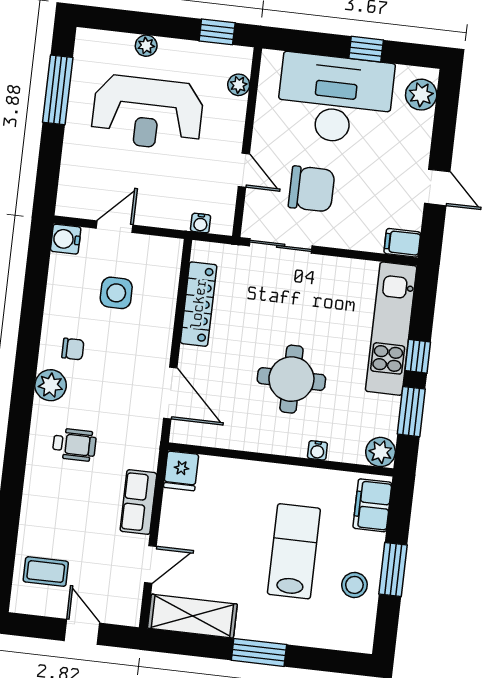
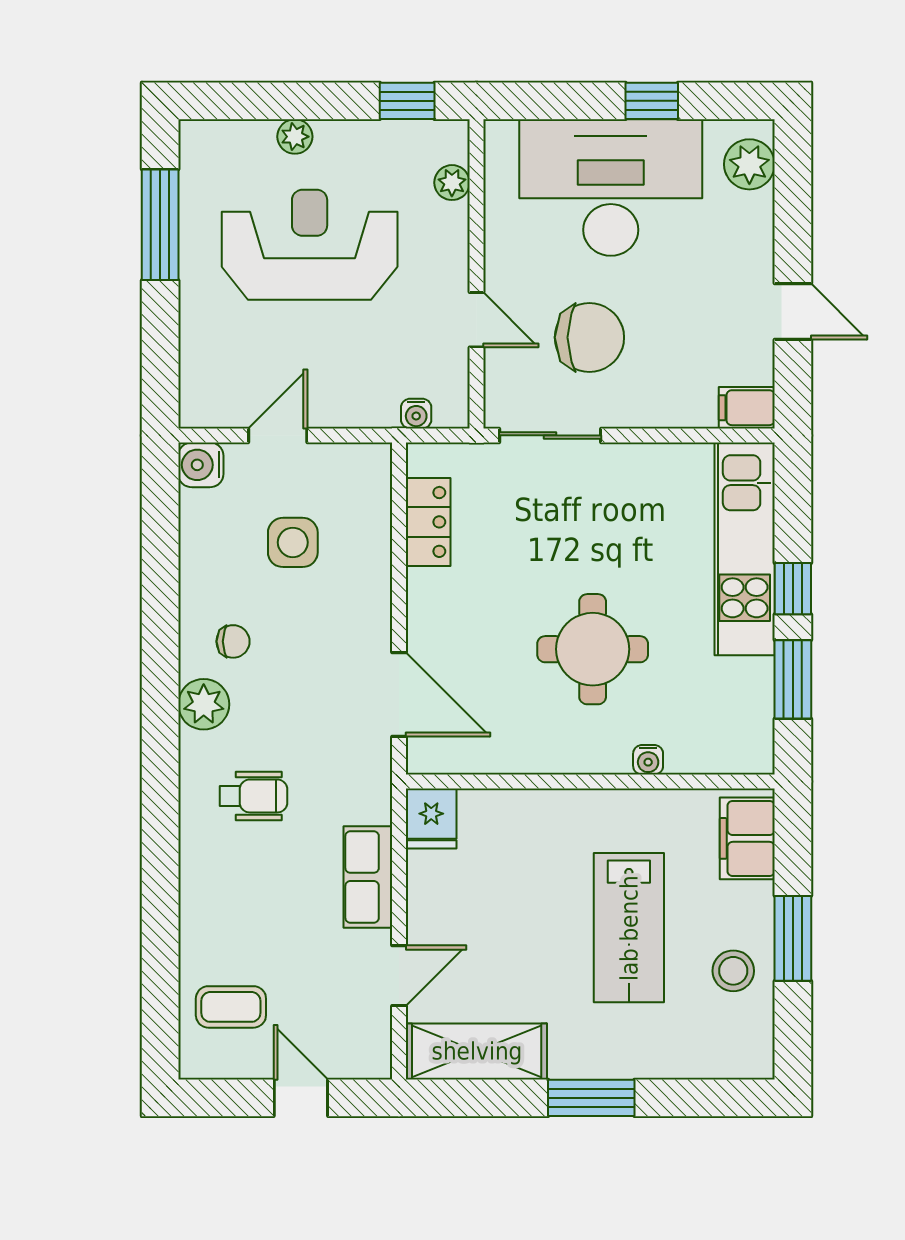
reception desk: (147, 113) -> (310, 245), turned 180
locker: (199, 304) -> (428, 522), width x0.66
plant: (381, 452) -> (751, 751), removed
lab bench: (294, 551) -> (629, 928), turned 180

